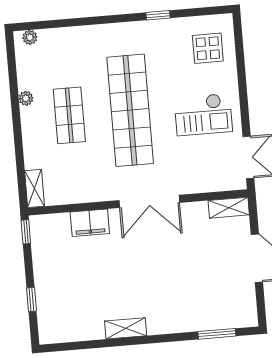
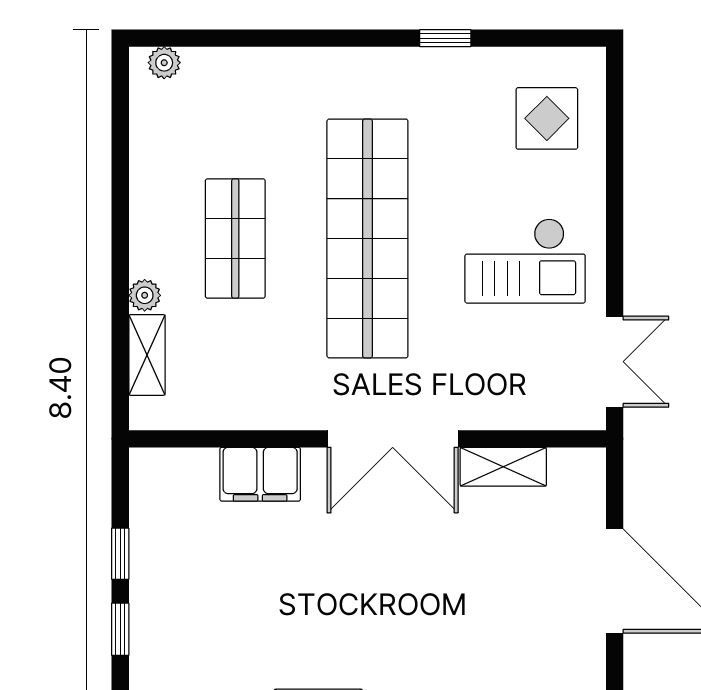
plant: (26, 98) -> (145, 295), moved
shelving: (35, 188) -> (147, 355), moved
shelving: (229, 208) -> (503, 467), moved
window: (26, 232) -> (120, 554), moved

